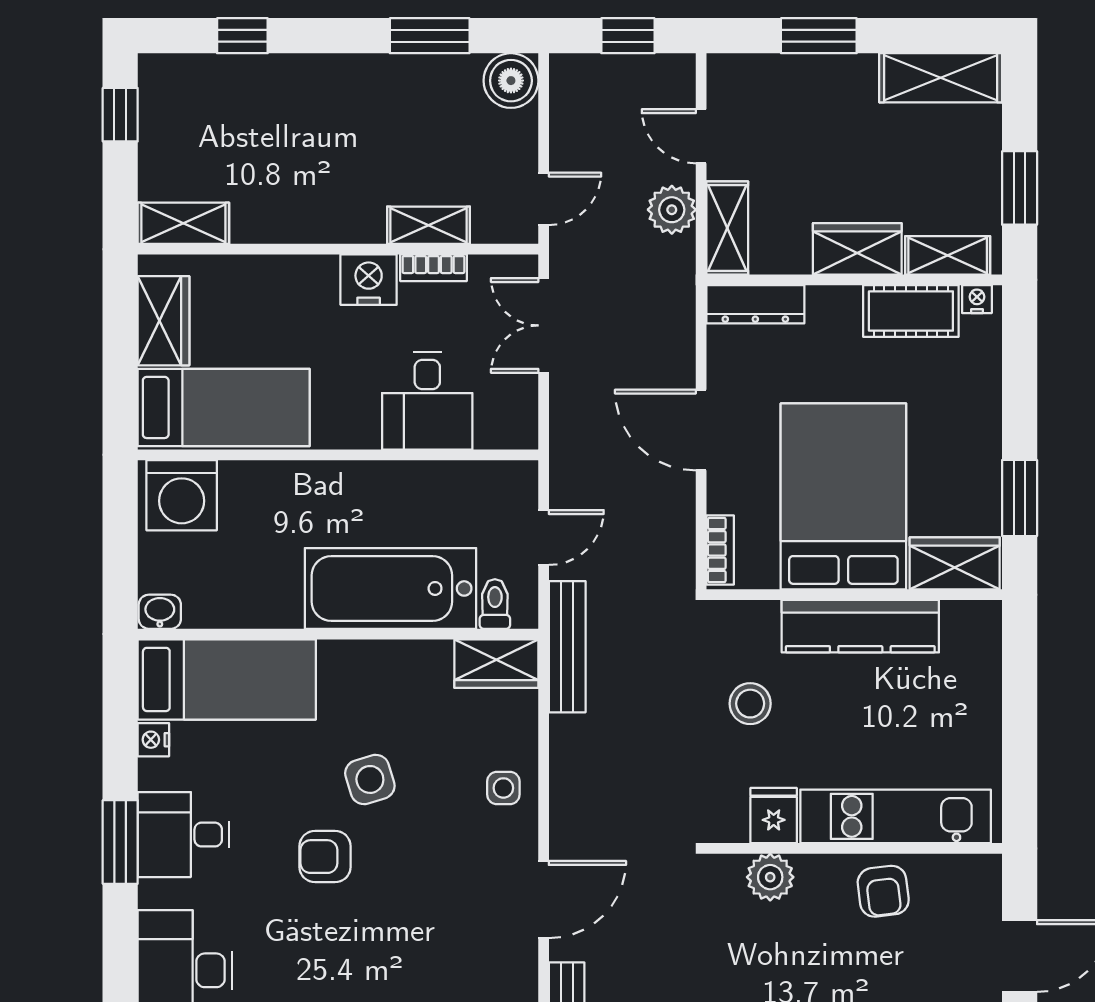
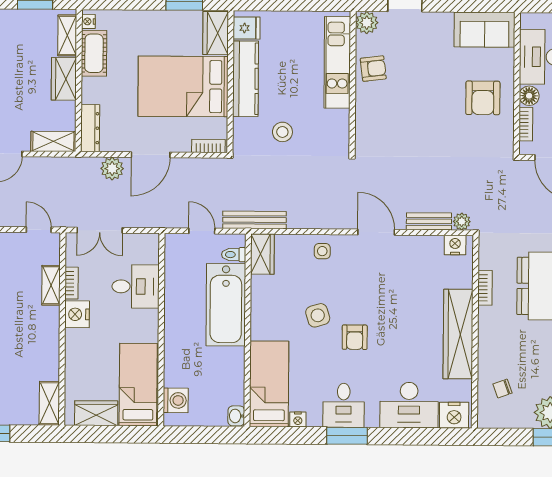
plant: (672, 210) -> (112, 169), moved
washing machine: (182, 495) -> (176, 400), width x0.73, depth x0.73
fridge: (774, 816) -> (247, 28), moved, turned 180
plant: (770, 877) -> (367, 23), moved

